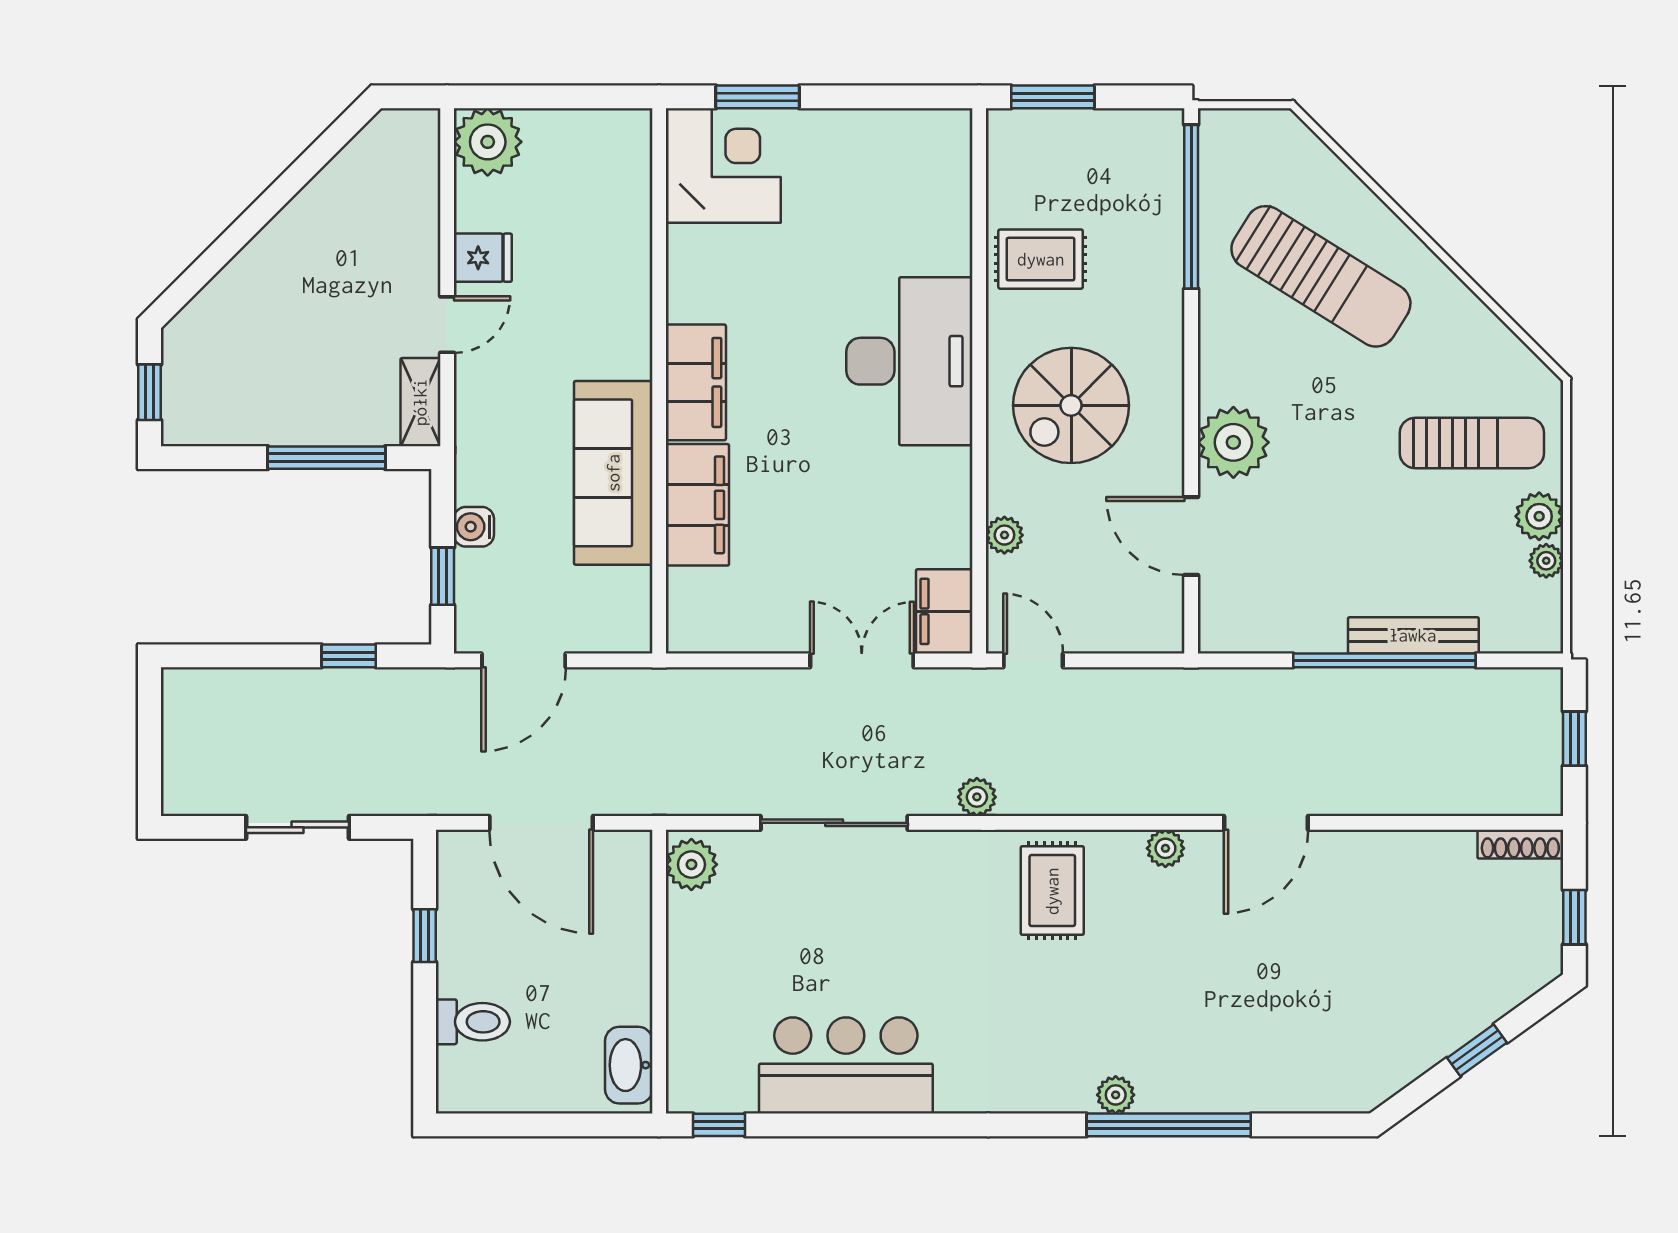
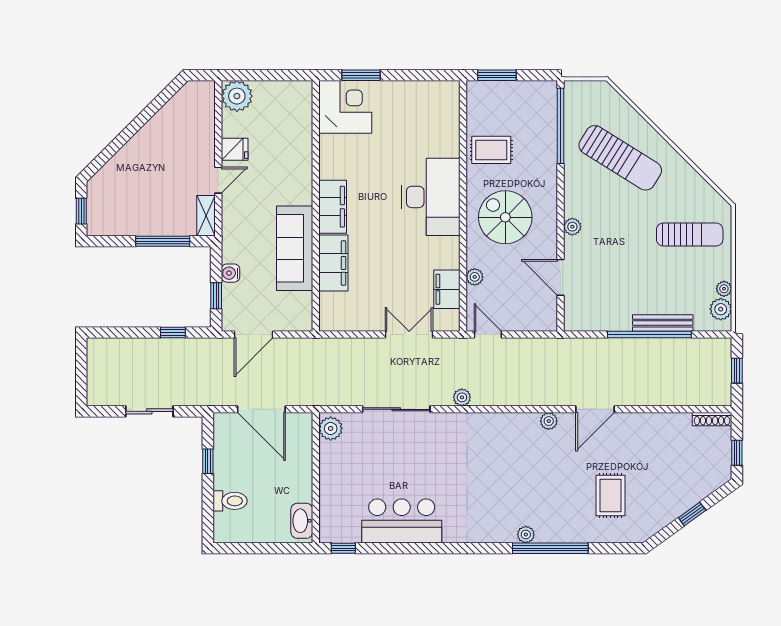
spiral stairs: (1071, 405) -> (505, 217), turned 90
plant: (1233, 442) -> (572, 227), width x0.53, depth x0.53
plant: (1539, 516) -> (721, 309), moved
filing cabinet: (944, 611) -> (447, 289), moved
rug: (1052, 891) -> (611, 495), moved

